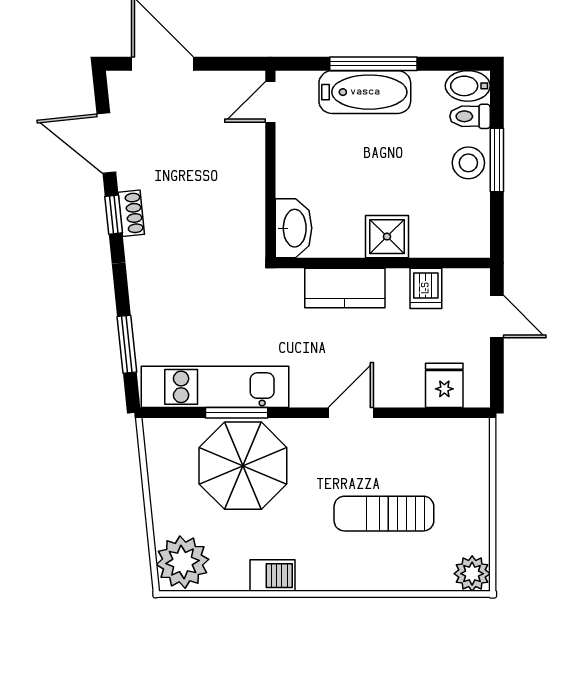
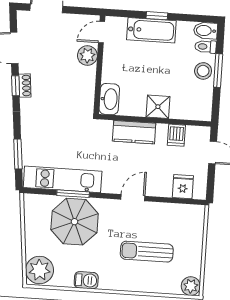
window: (373, 64) -> (157, 16), width x0.46
plant: (246, 148) -> (87, 56), added

